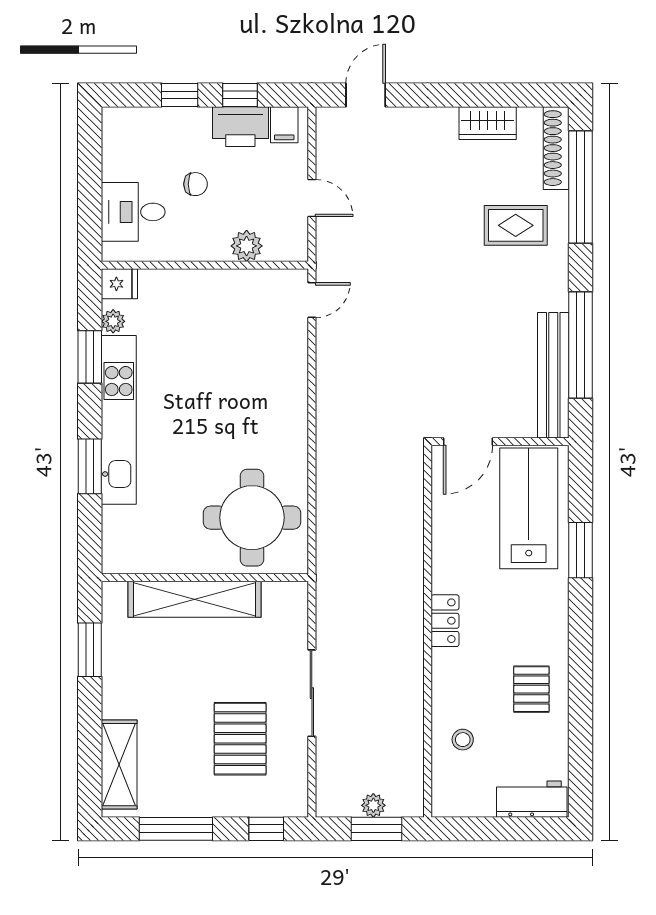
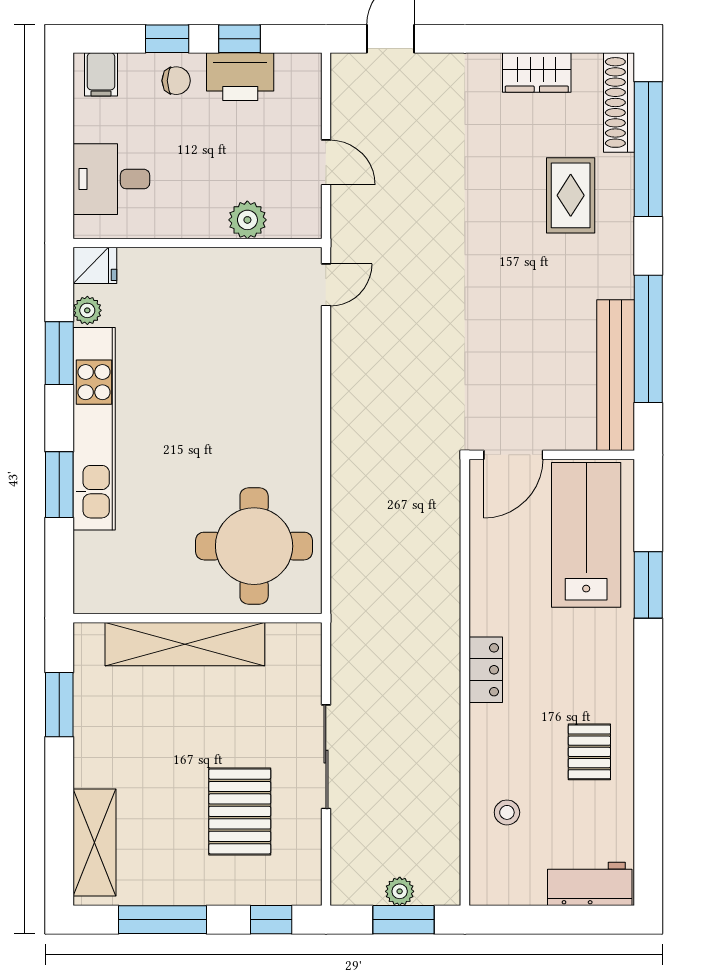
filing cabinet: (284, 125) -> (101, 74), moved
chair: (196, 184) -> (176, 81), moved
rug: (516, 225) -> (571, 195), turned 90

